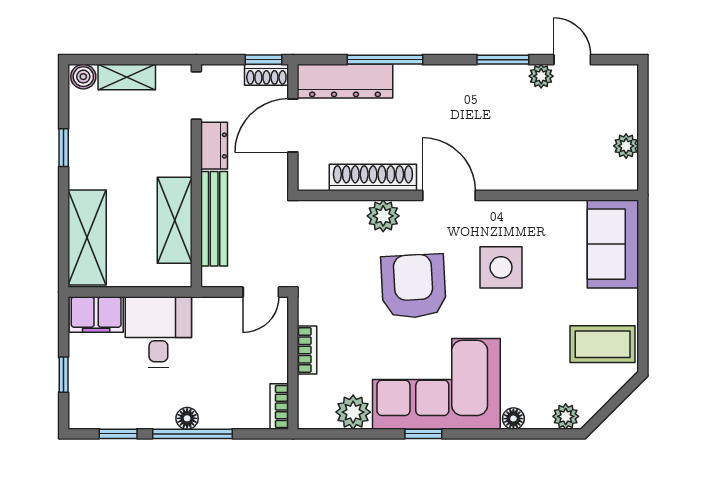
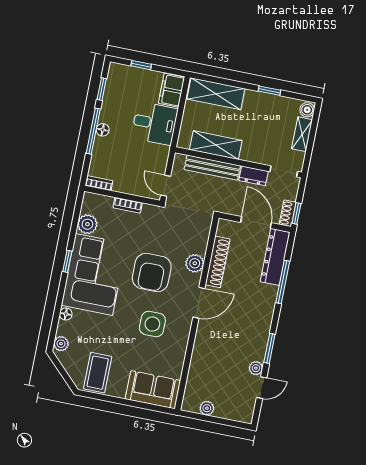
armchair: (413, 286) -> (152, 272), turned 93

